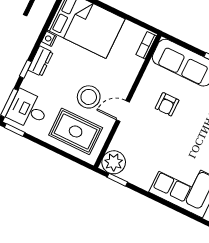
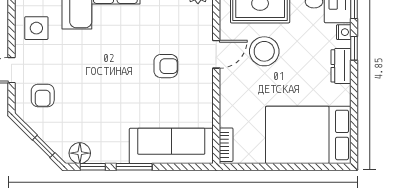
nightstand: (49, 39) -> (344, 32), moved
armchair: (167, 104) -> (166, 66), moved, turned 90

